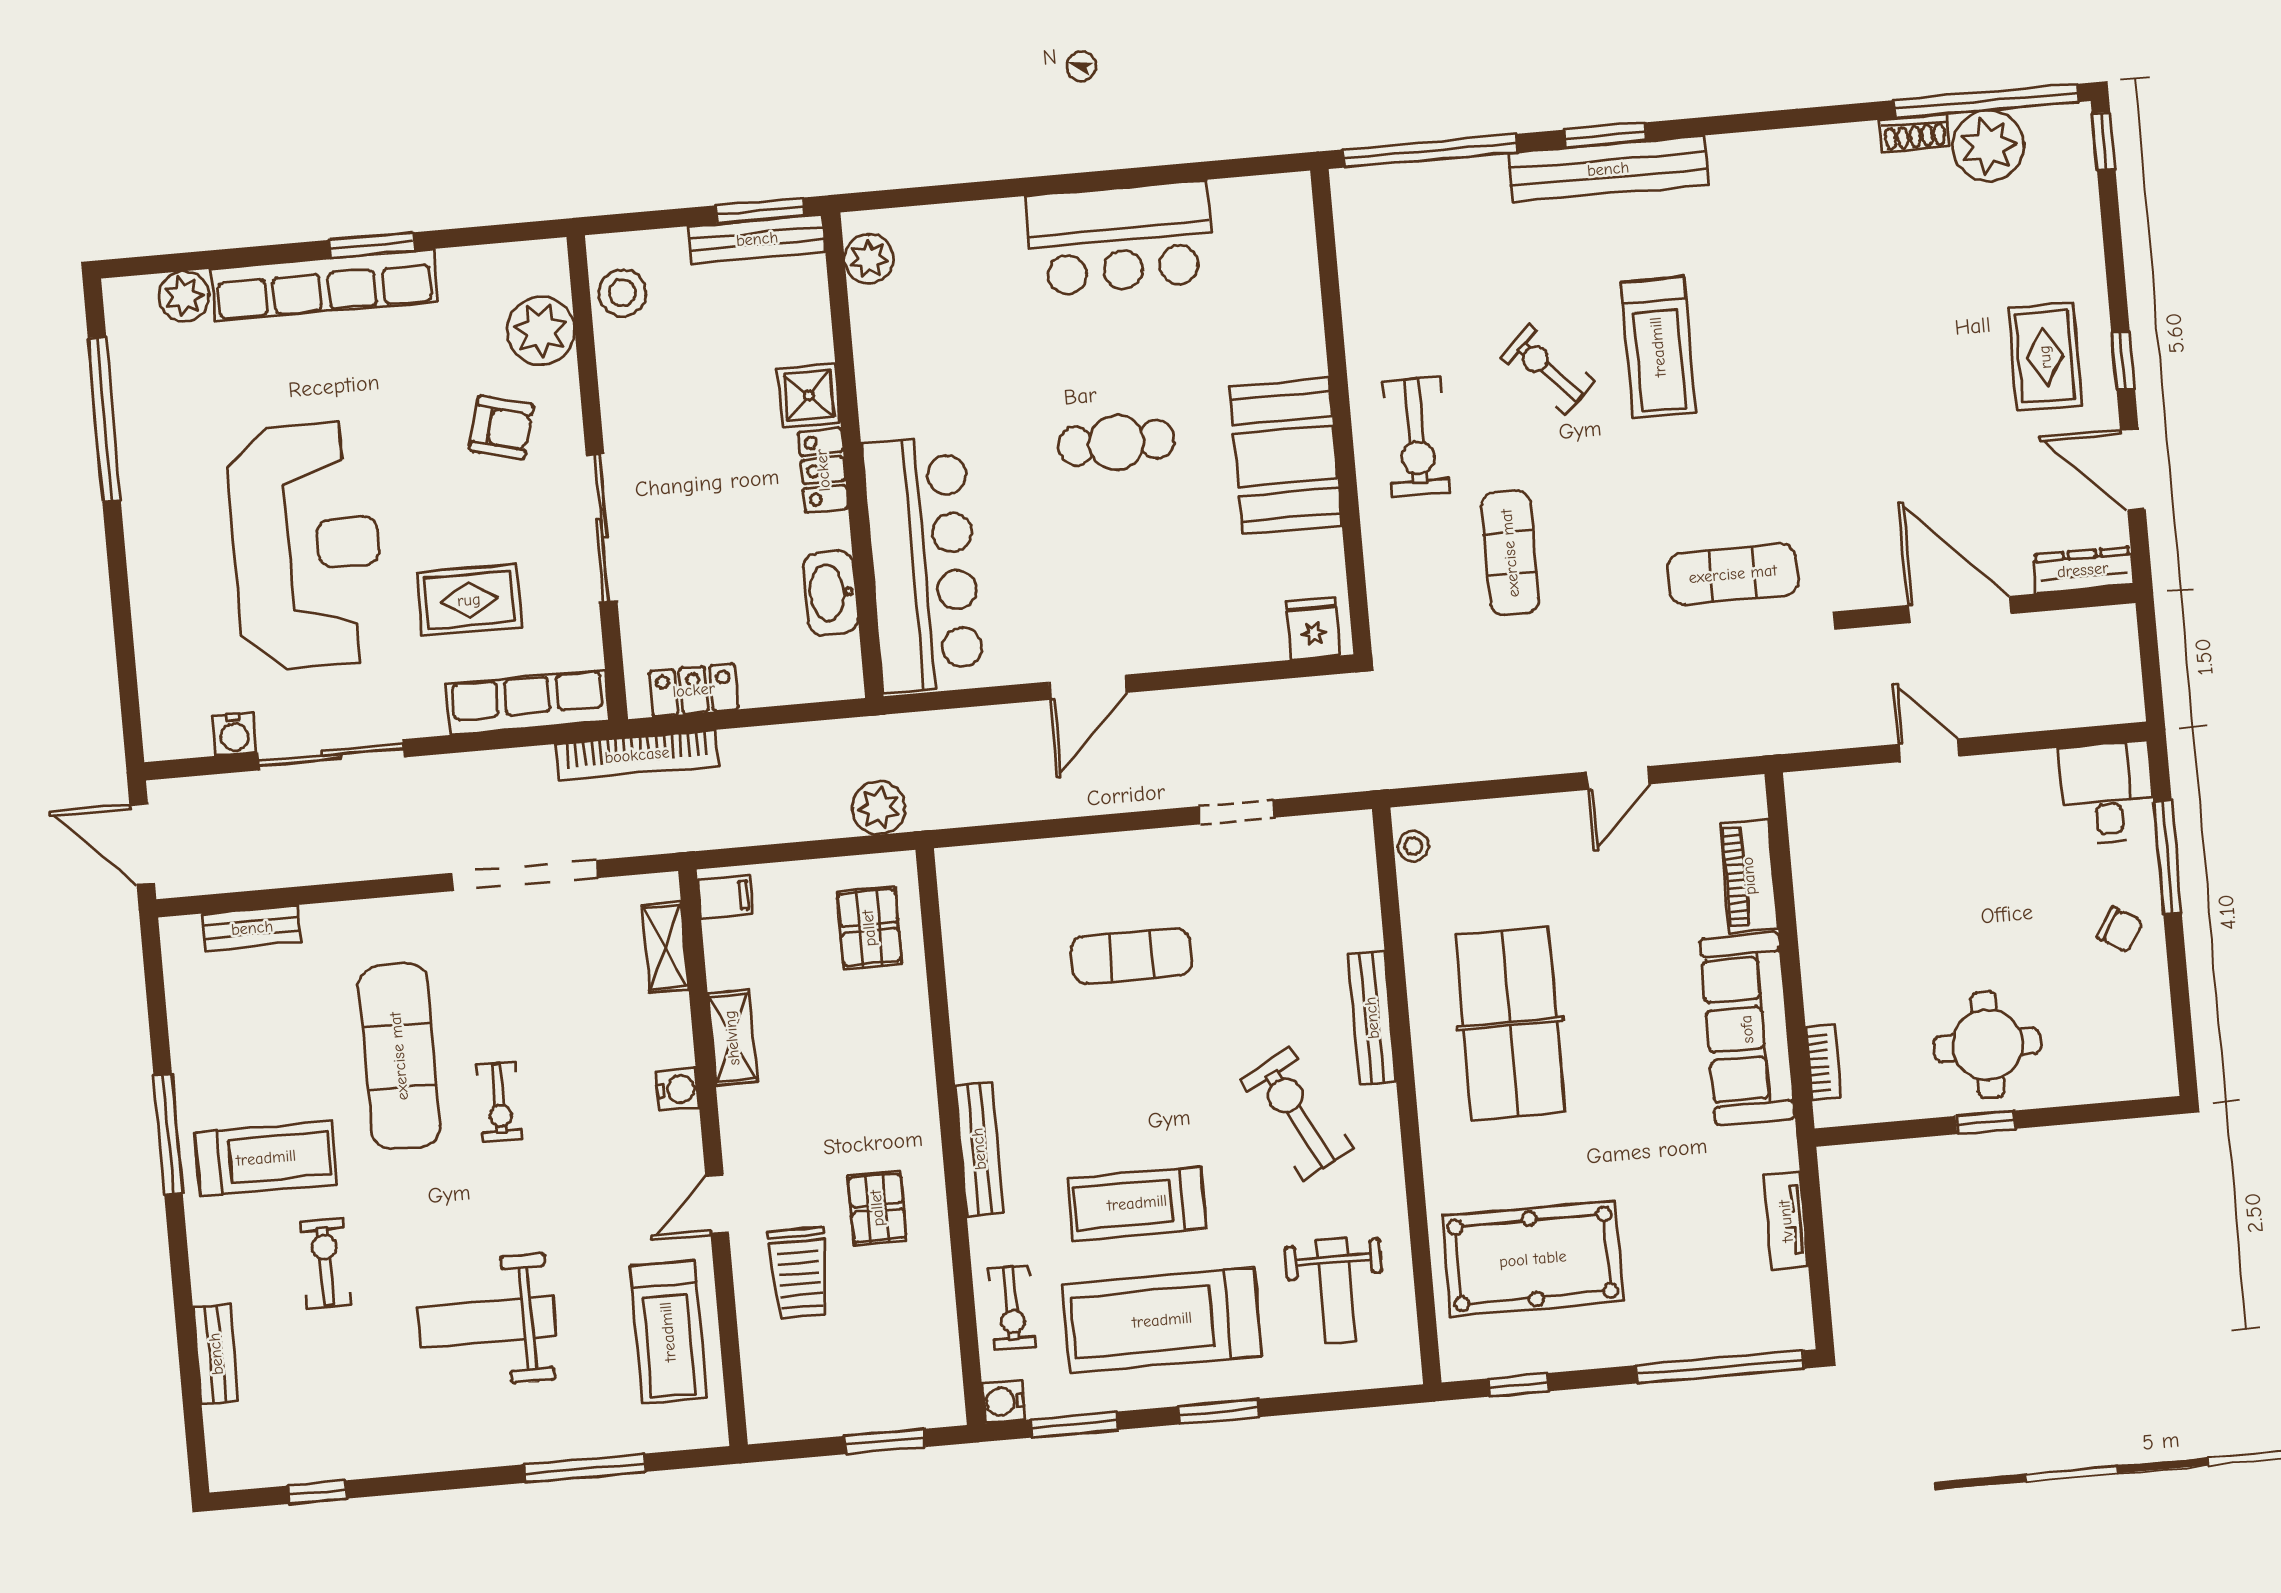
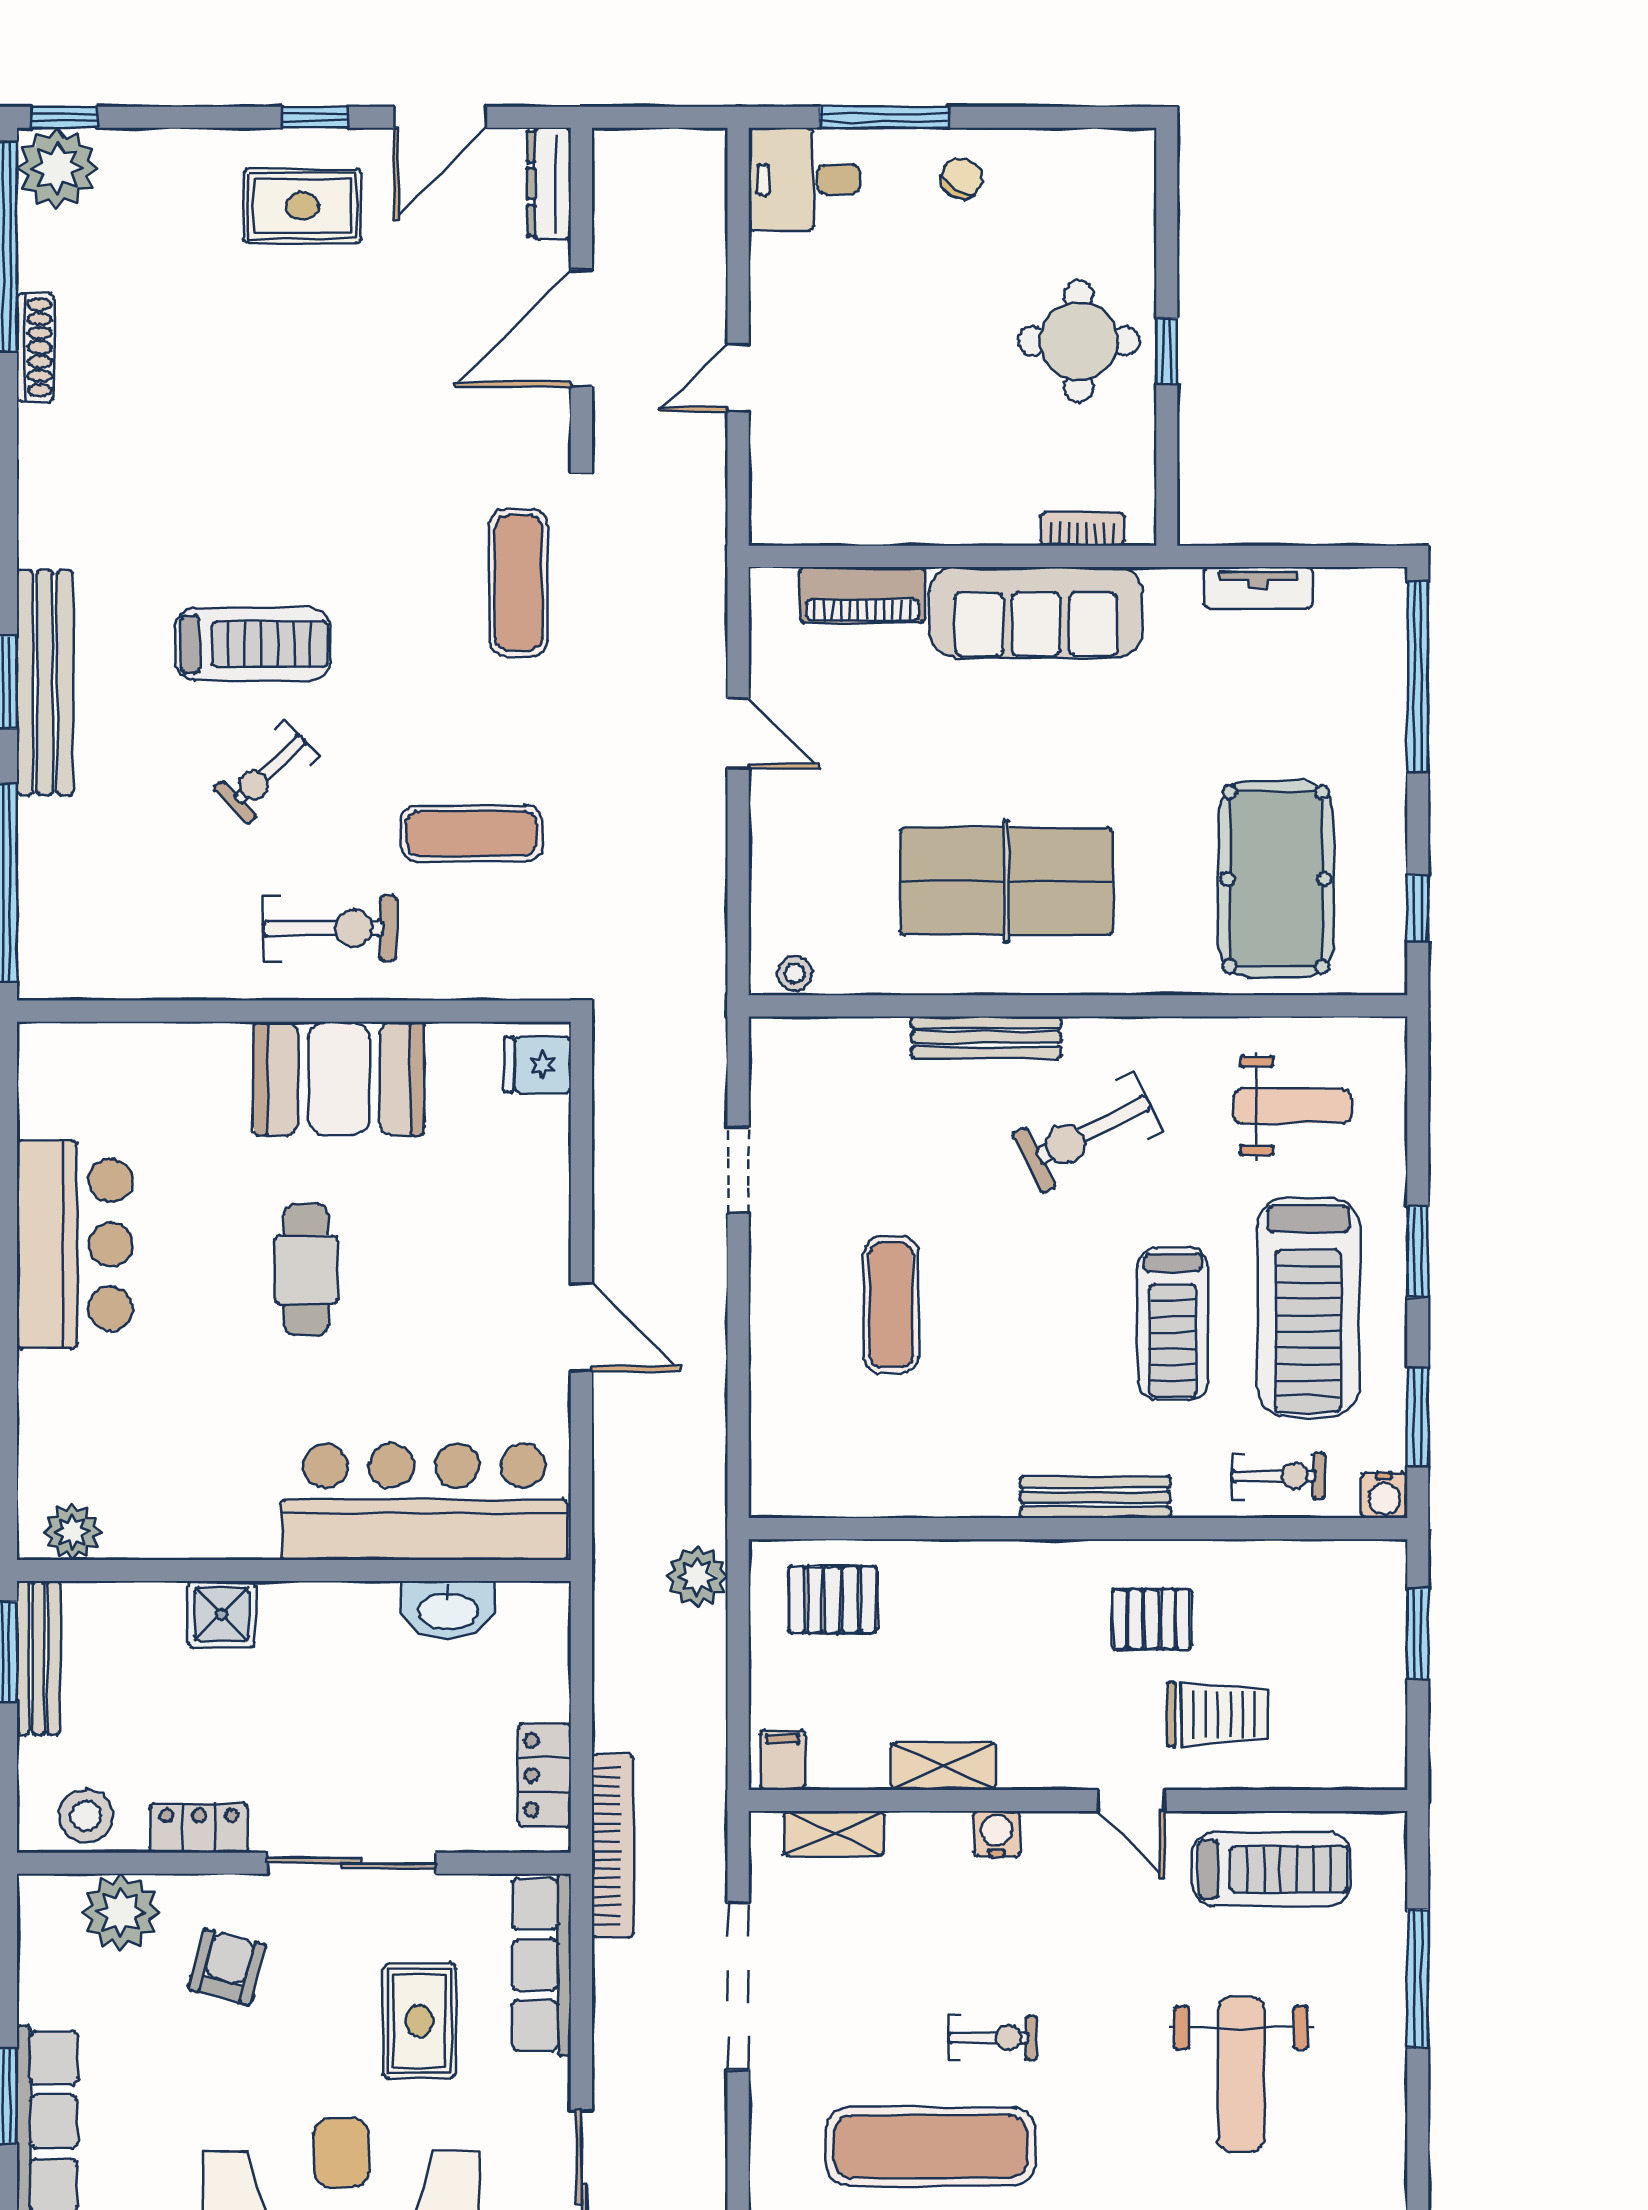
shoe rack: (1915, 133) -> (35, 347), width x1.43
plant: (1989, 146) -> (57, 168), moved
locker: (823, 470) -> (199, 1828), moved, turned 180

